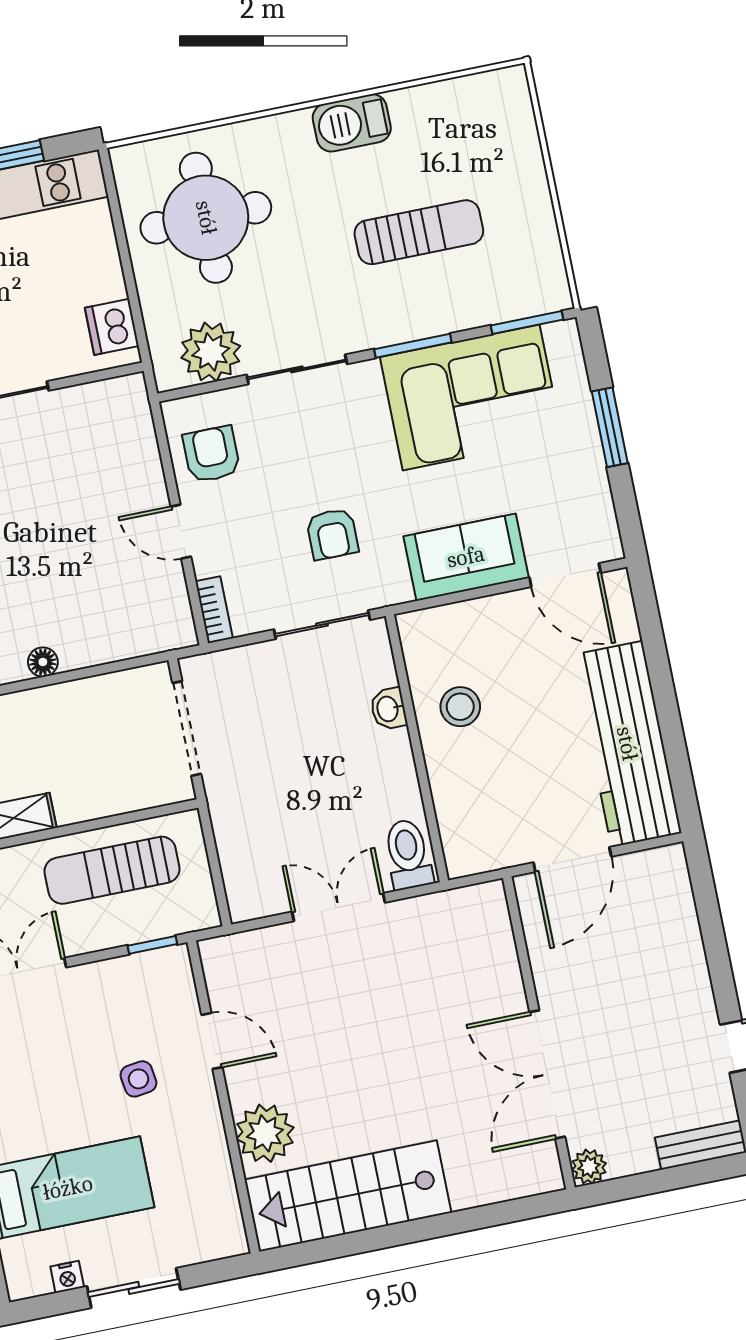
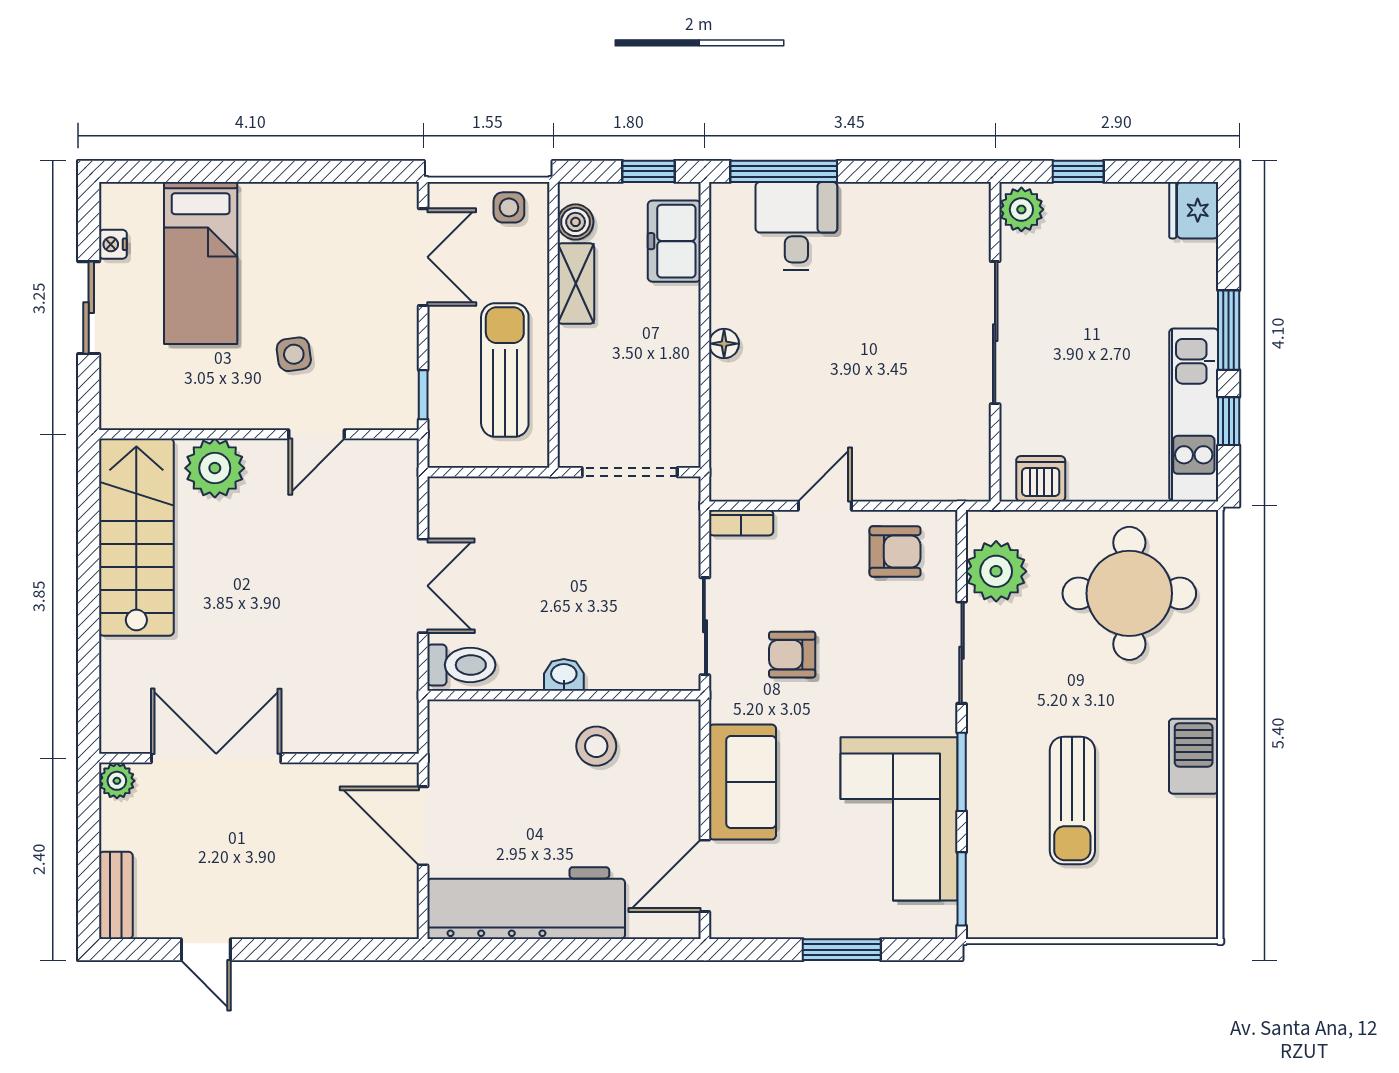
washbasin: (388, 709) -> (564, 675), moved

